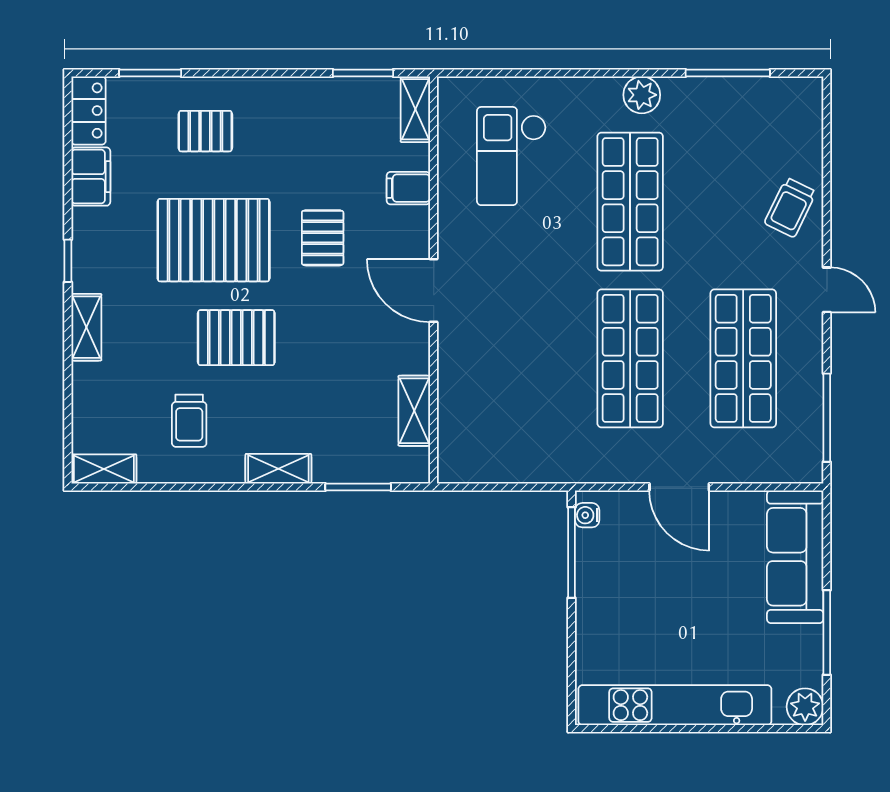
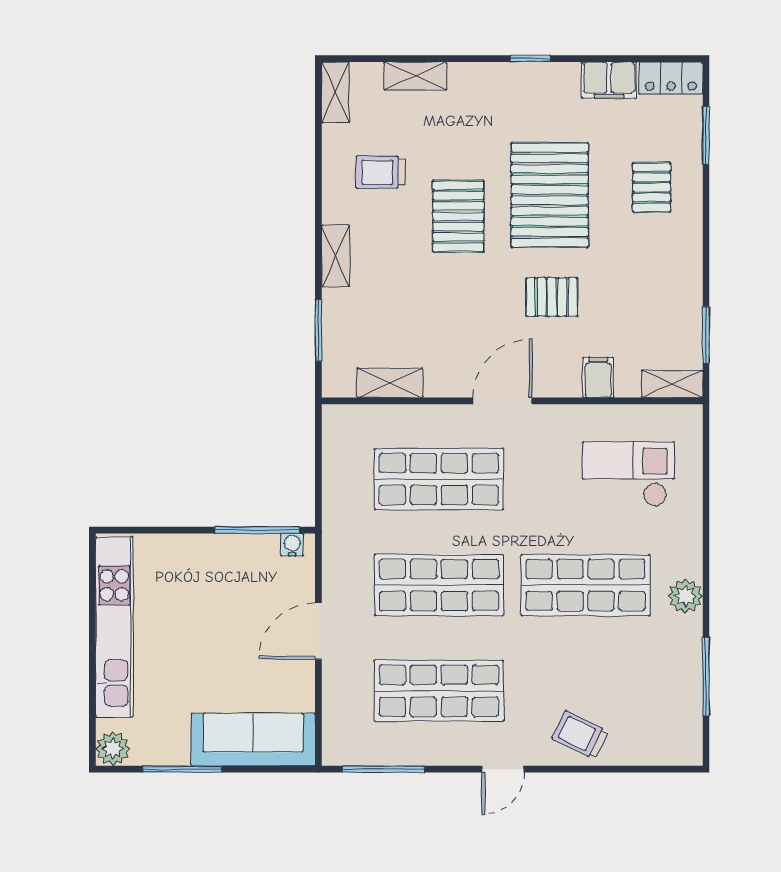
shelving: (86, 327) -> (415, 76), moved
shop shelf: (517, 358) -> (439, 479), added

